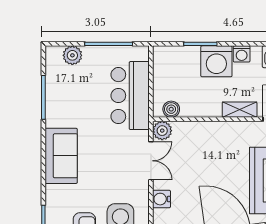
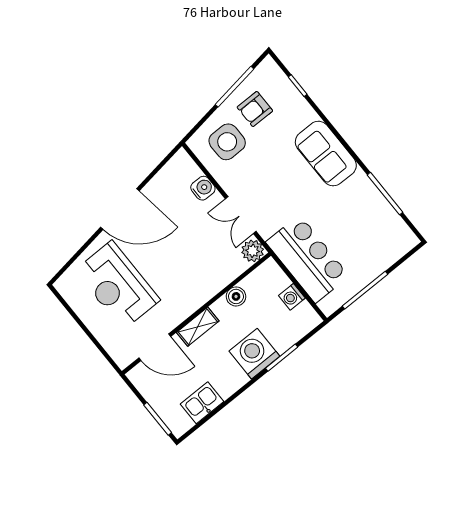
washing machine: (242, 54) -> (292, 297), moved, turned -90
plant: (72, 55) -> (390, 253), removed
boiler: (171, 109) -> (236, 296), moved

